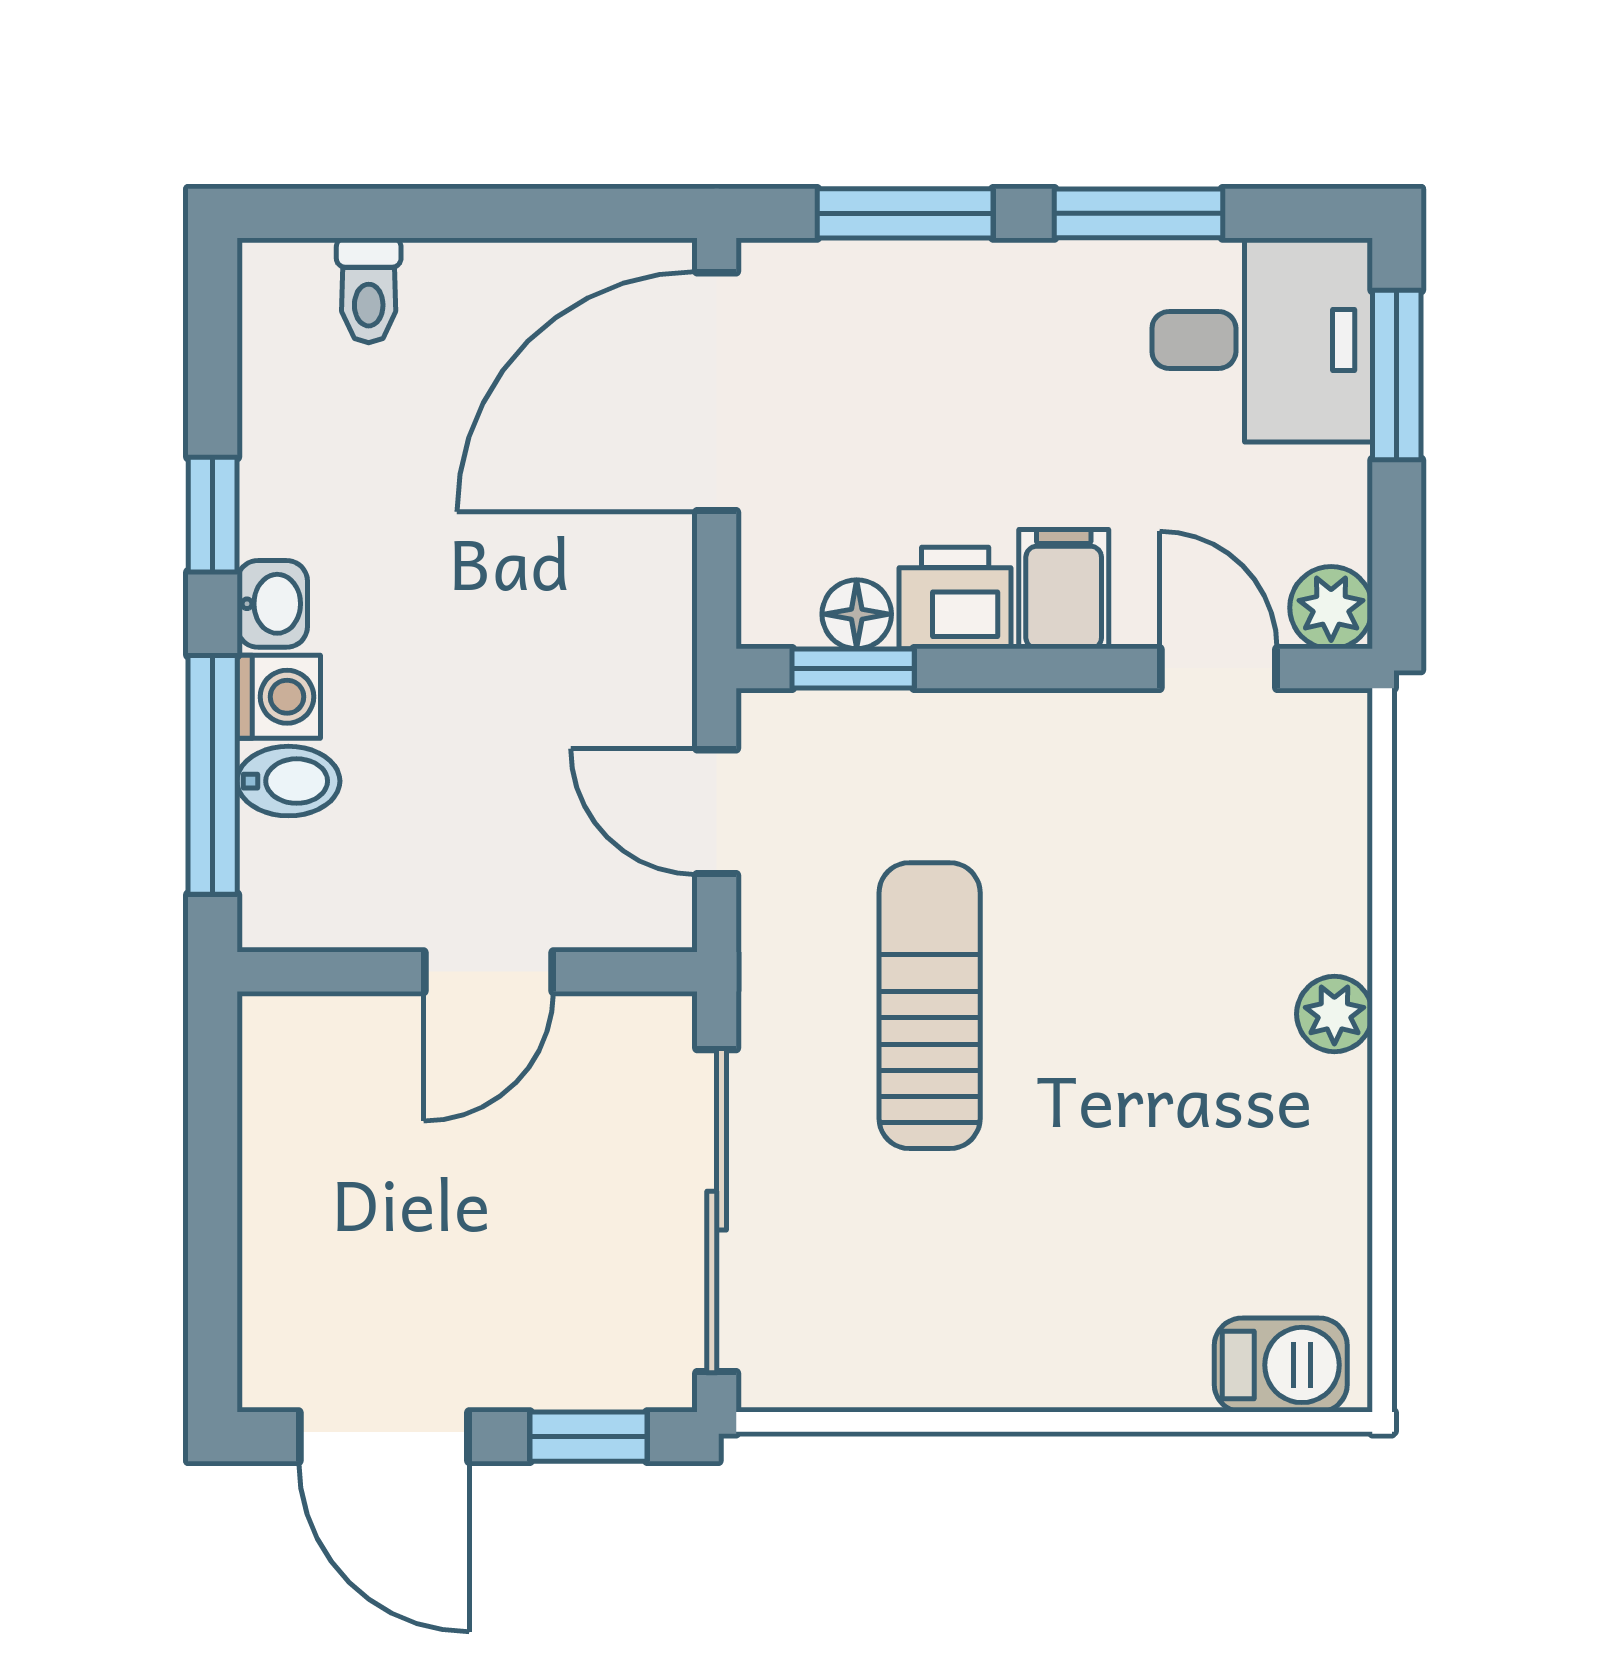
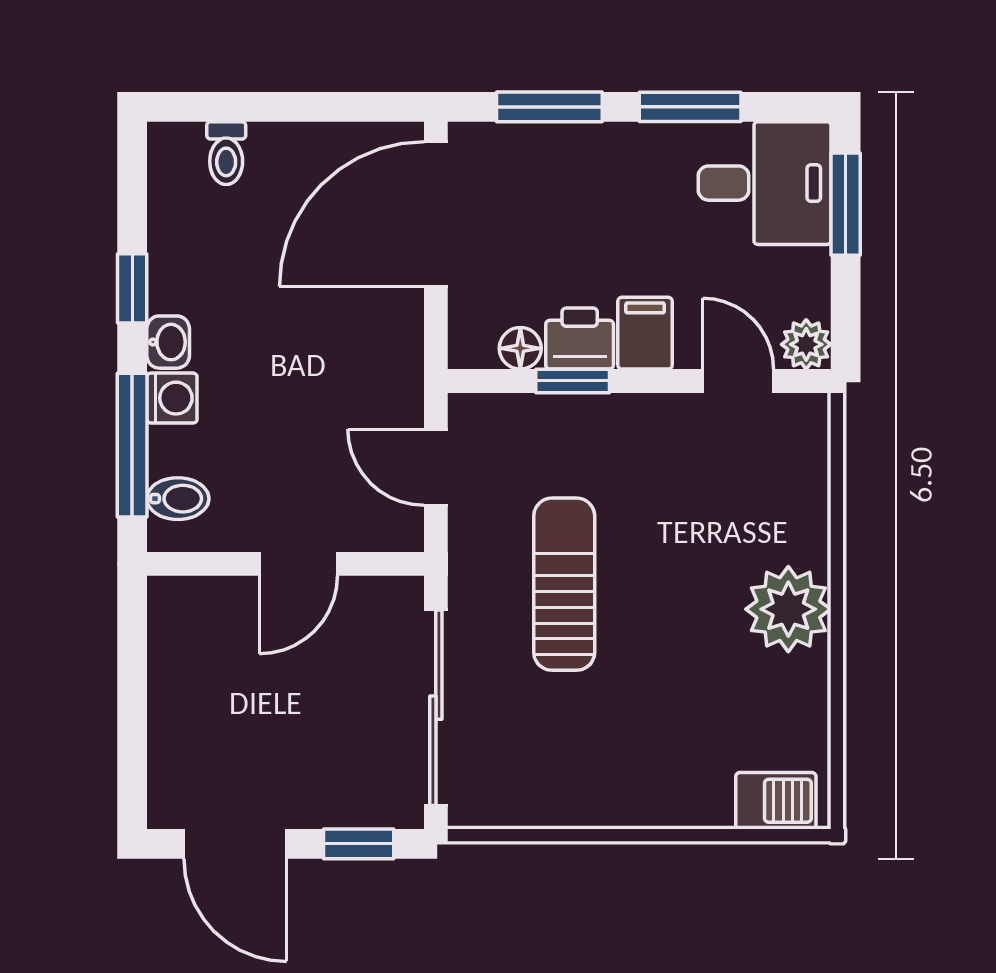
window: (853, 668) -> (573, 381), moved
bidet: (288, 781) -> (178, 499), moved
plant: (1334, 1014) -> (788, 609), width x1.88, depth x1.88

